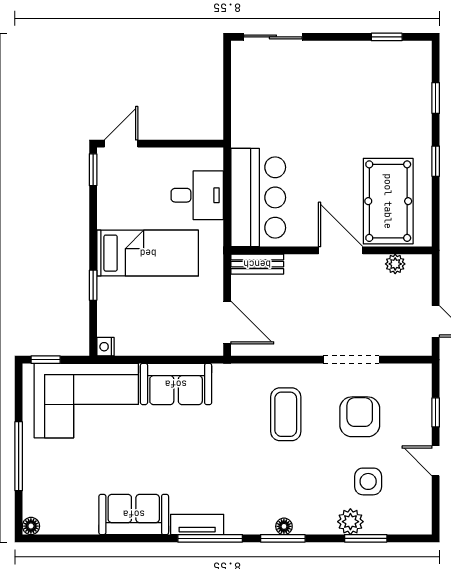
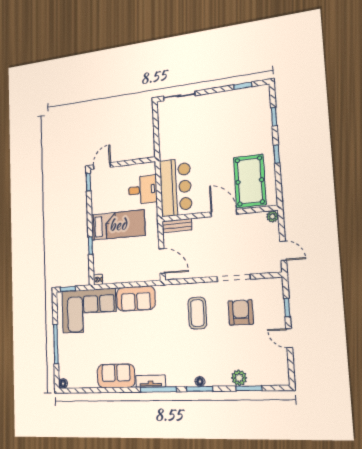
plant: (395, 264) -> (272, 216), moved
side table: (368, 481) -> (248, 352), removed

